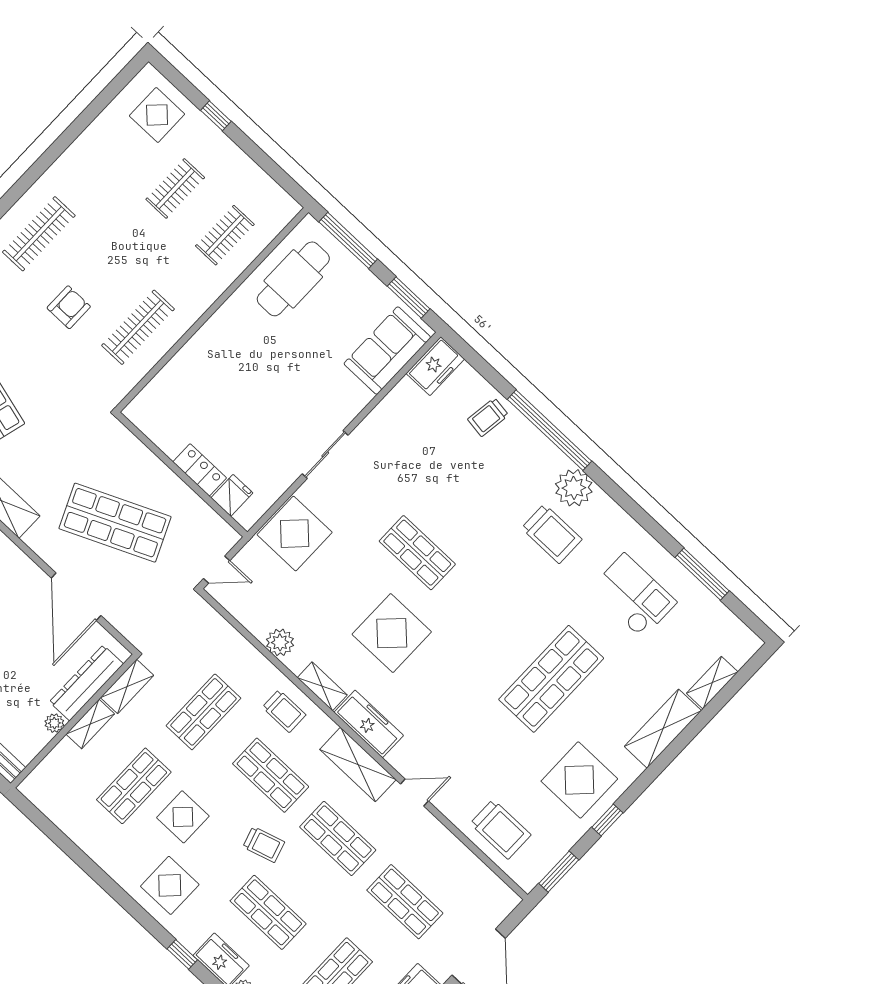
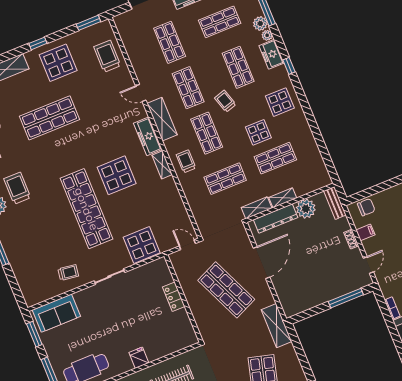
freezer: (435, 366) -> (37, 295), removed
trolley: (488, 417) -> (68, 272), moved
fridge: (232, 495) -> (139, 358), moved, turned 90
shop shelf: (417, 553) -> (86, 209), width x2.00, depth x1.36
plant: (280, 642) -> (173, 195), removed
plant: (54, 723) -> (306, 209), width x1.87, depth x1.87
window: (607, 820) -> (38, 43), moved

